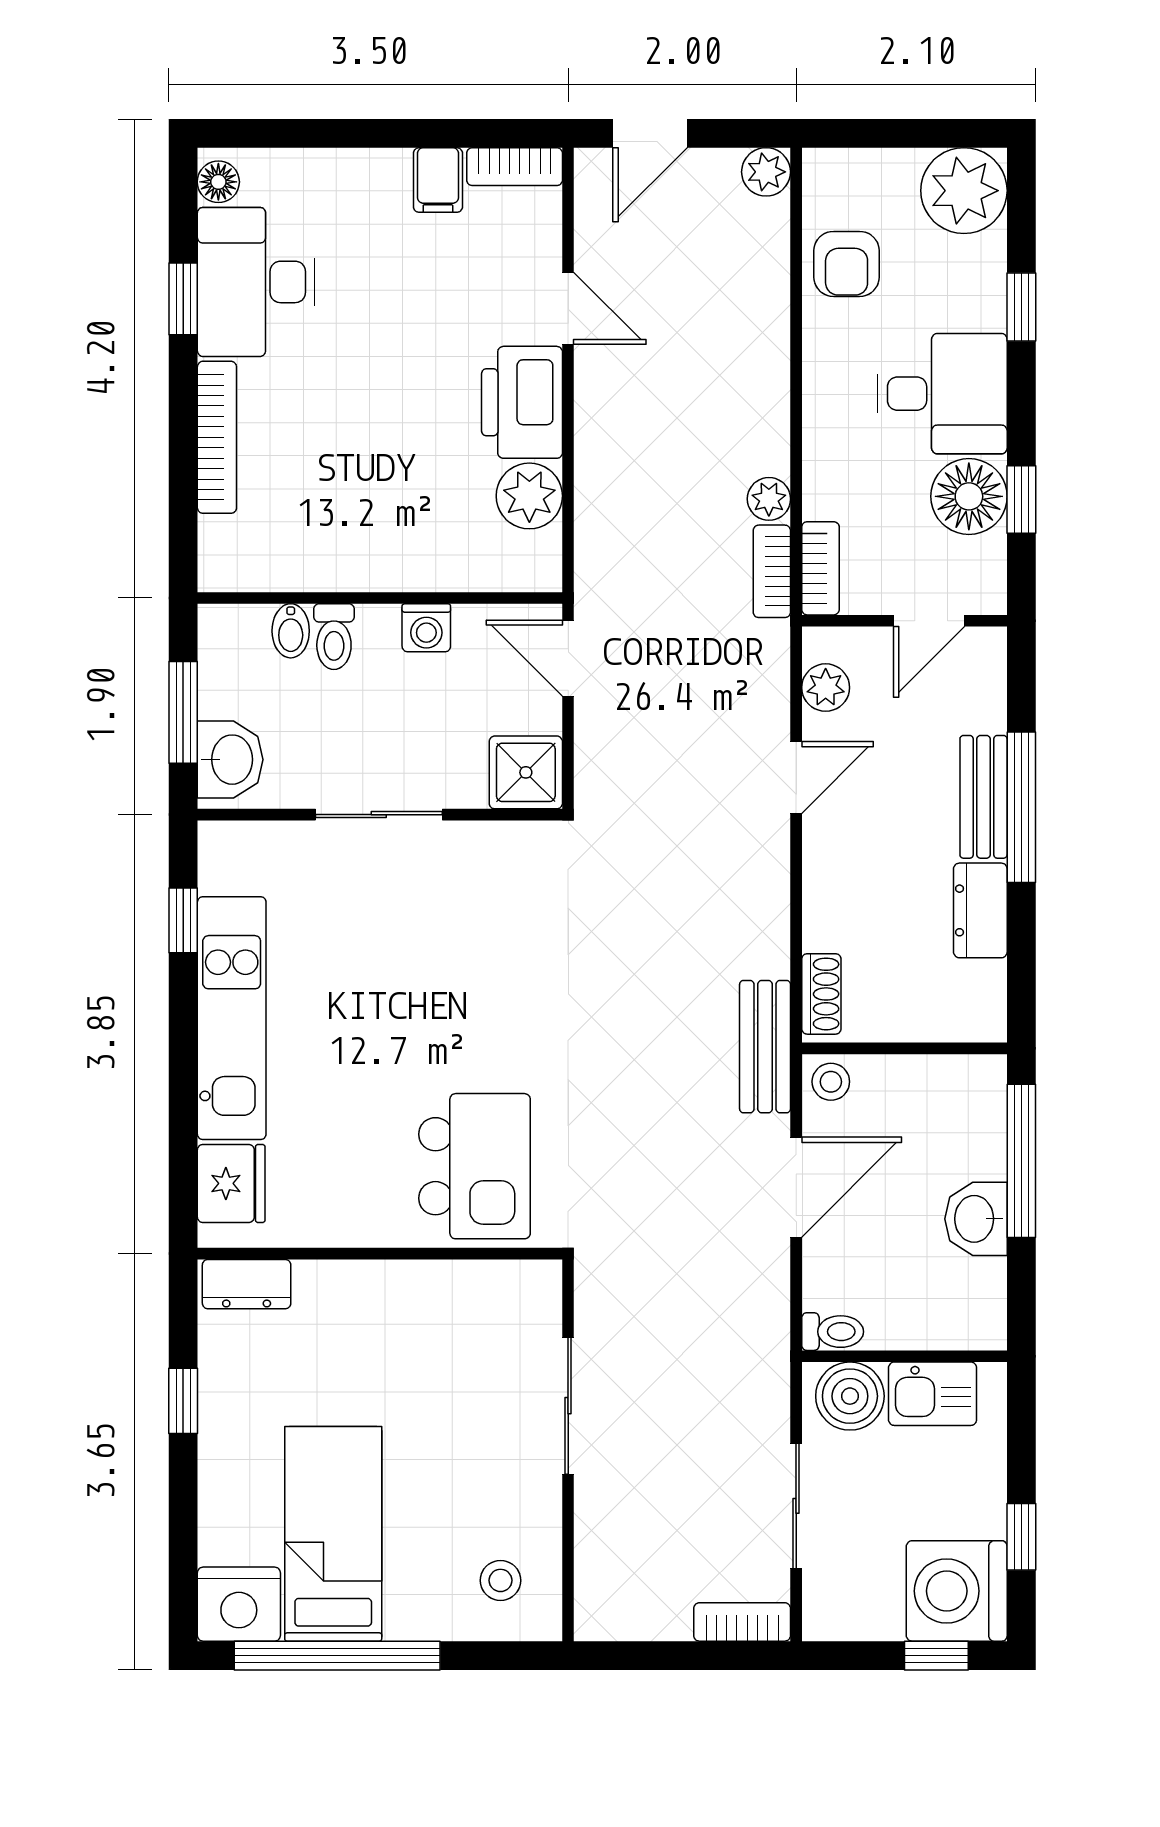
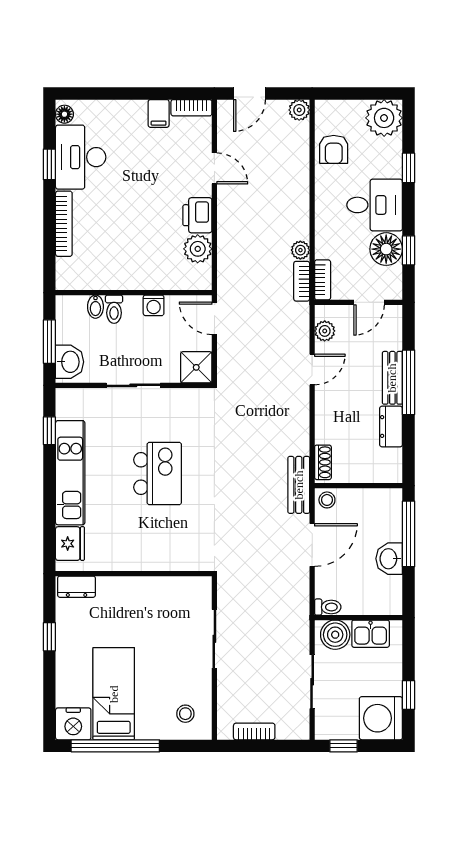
printer: (522, 402) -> (197, 215), width x0.73, depth x0.84
kitchen island: (474, 1166) -> (158, 474), moved
bookcase: (742, 1622) -> (254, 731), moved
window: (936, 1656) -> (343, 746), moved

